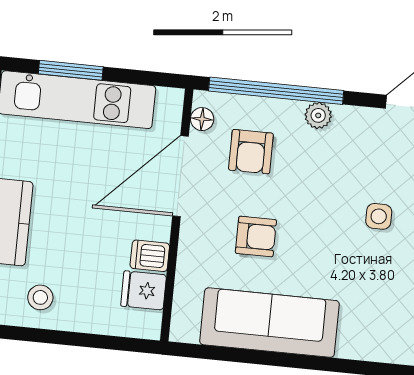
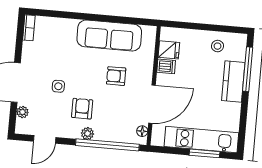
armchair: (251, 152) -> (82, 109), moved

